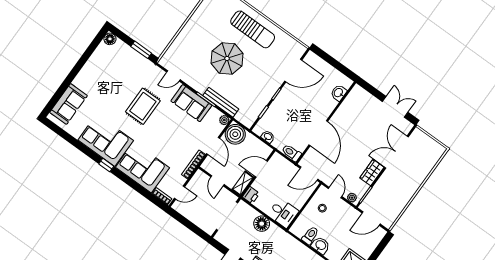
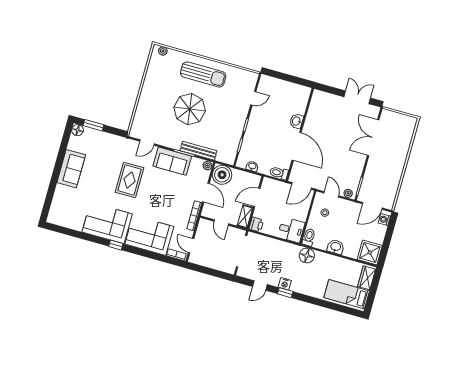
window: (141, 50) -> (93, 125), moved
door: (293, 71) -> (253, 98), width x0.53
washbasin: (339, 93) -> (297, 121), moved
sofa: (68, 104) -> (71, 169), moved
wardrobe: (372, 173) -> (358, 164), removed
door: (180, 192) -> (191, 246), swing flipped
floor lamp: (262, 224) -> (307, 256), moved
toilet: (310, 235) -> (309, 237), moved
washing machine: (378, 236) -> (384, 220), added

